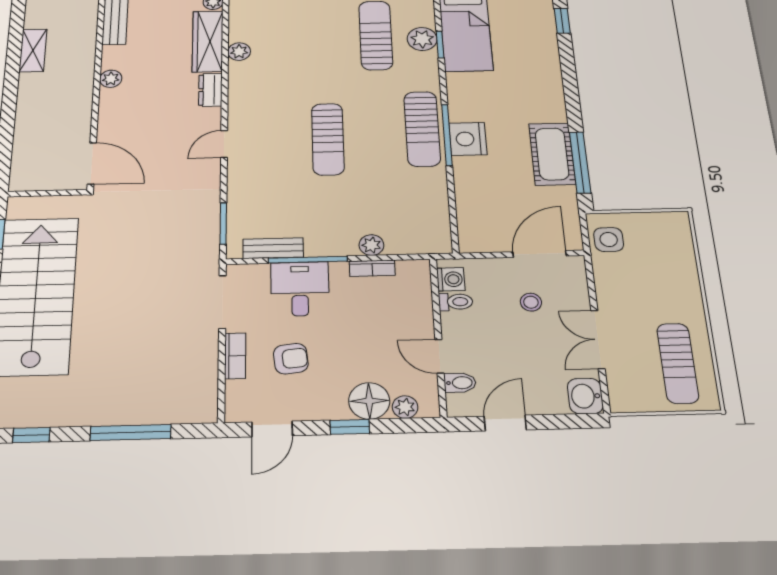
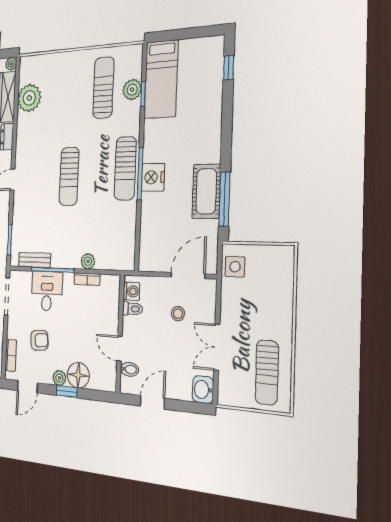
plant: (239, 52) -> (29, 98), width x1.88, depth x1.88
bookcase: (235, 356) -> (11, 355), moved
plant: (405, 407) -> (59, 378), moved

